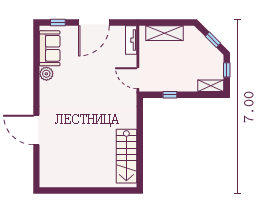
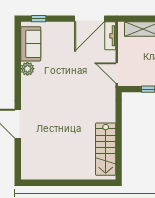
door: (94, 23) -> (89, 19), moved

